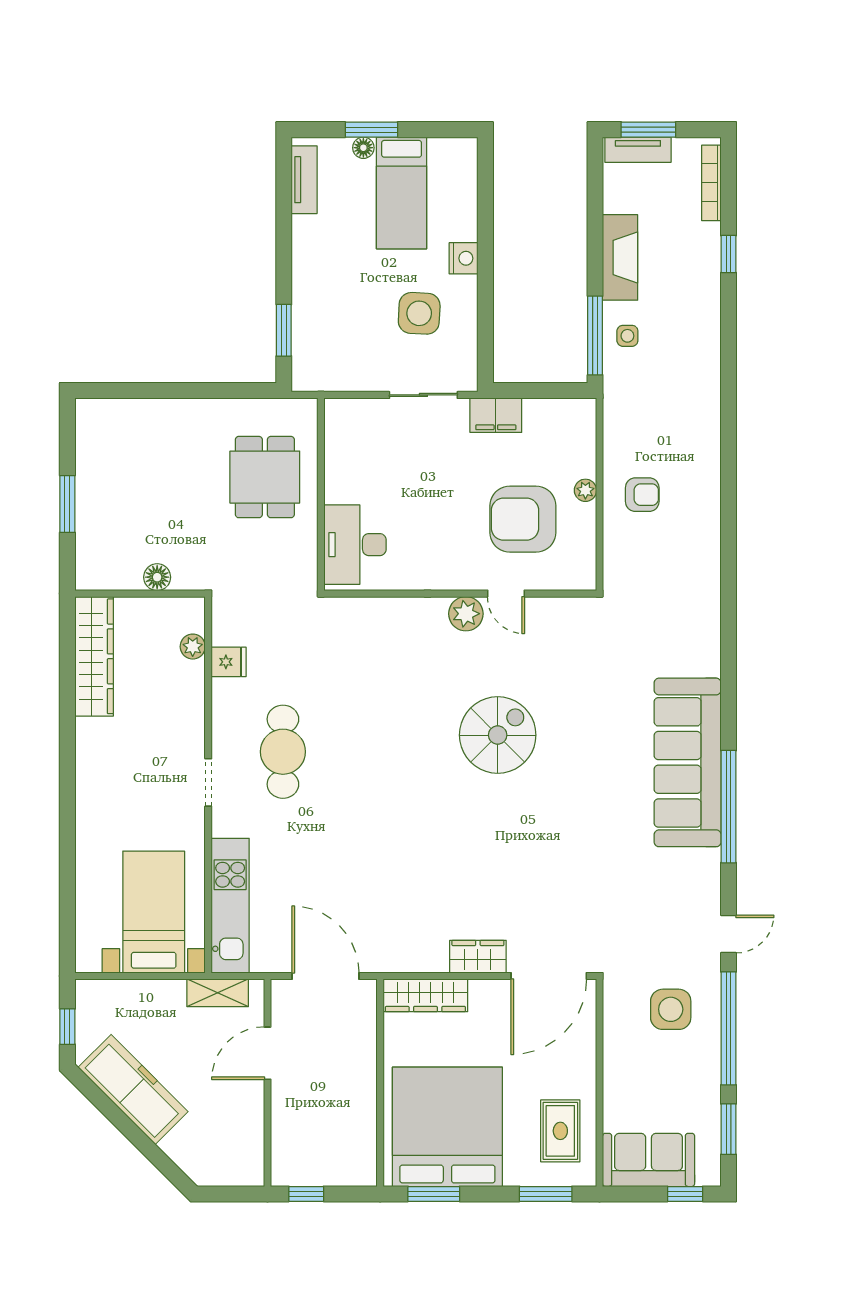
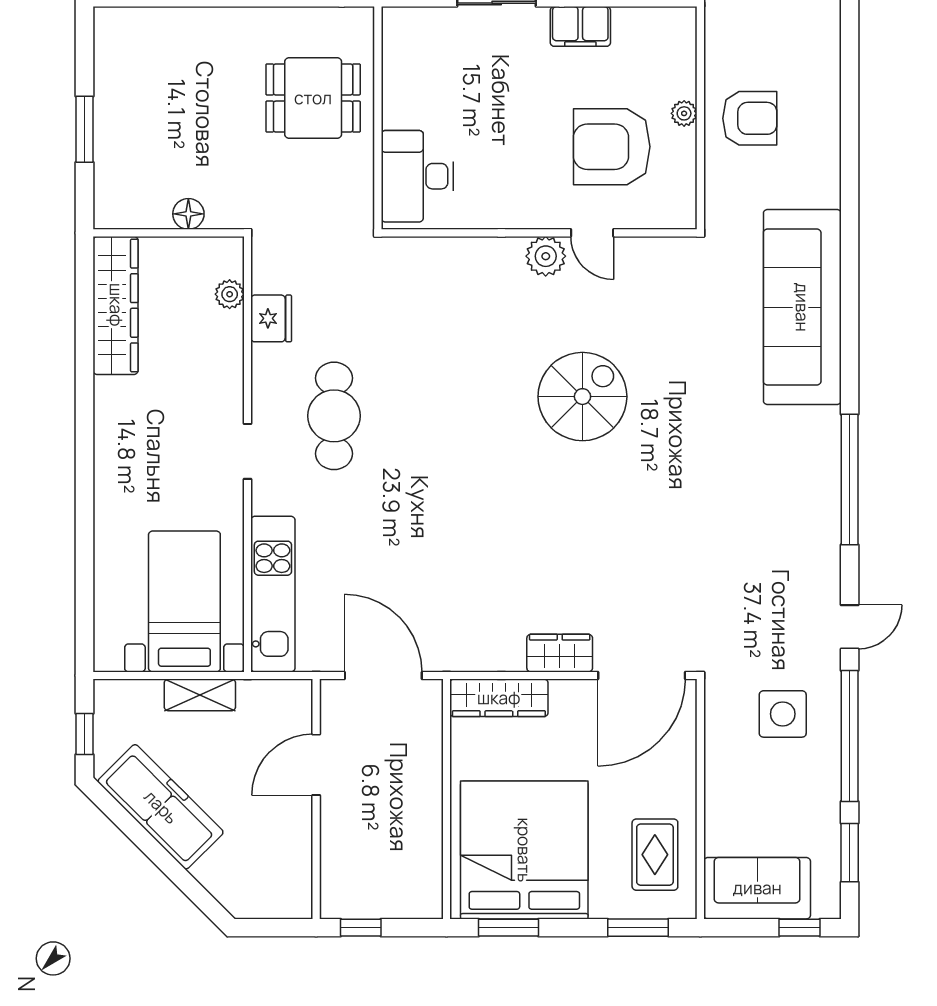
dining table: (265, 477) -> (313, 98), turned 90
armchair: (642, 495) -> (750, 118), width x1.38, depth x1.38
fridge: (229, 662) -> (271, 318), width x1.38
sofa: (688, 762) -> (802, 307), moved
shelving: (218, 993) -> (200, 695), moved

